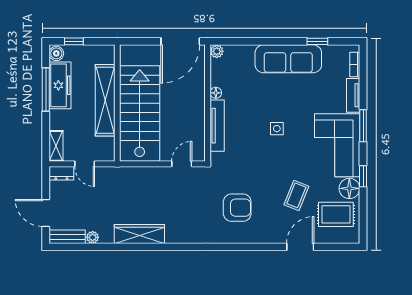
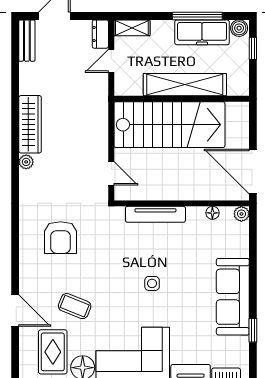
floor lamp: (216, 93) -> (212, 213), moved
plant: (93, 237) -> (26, 162), moved

